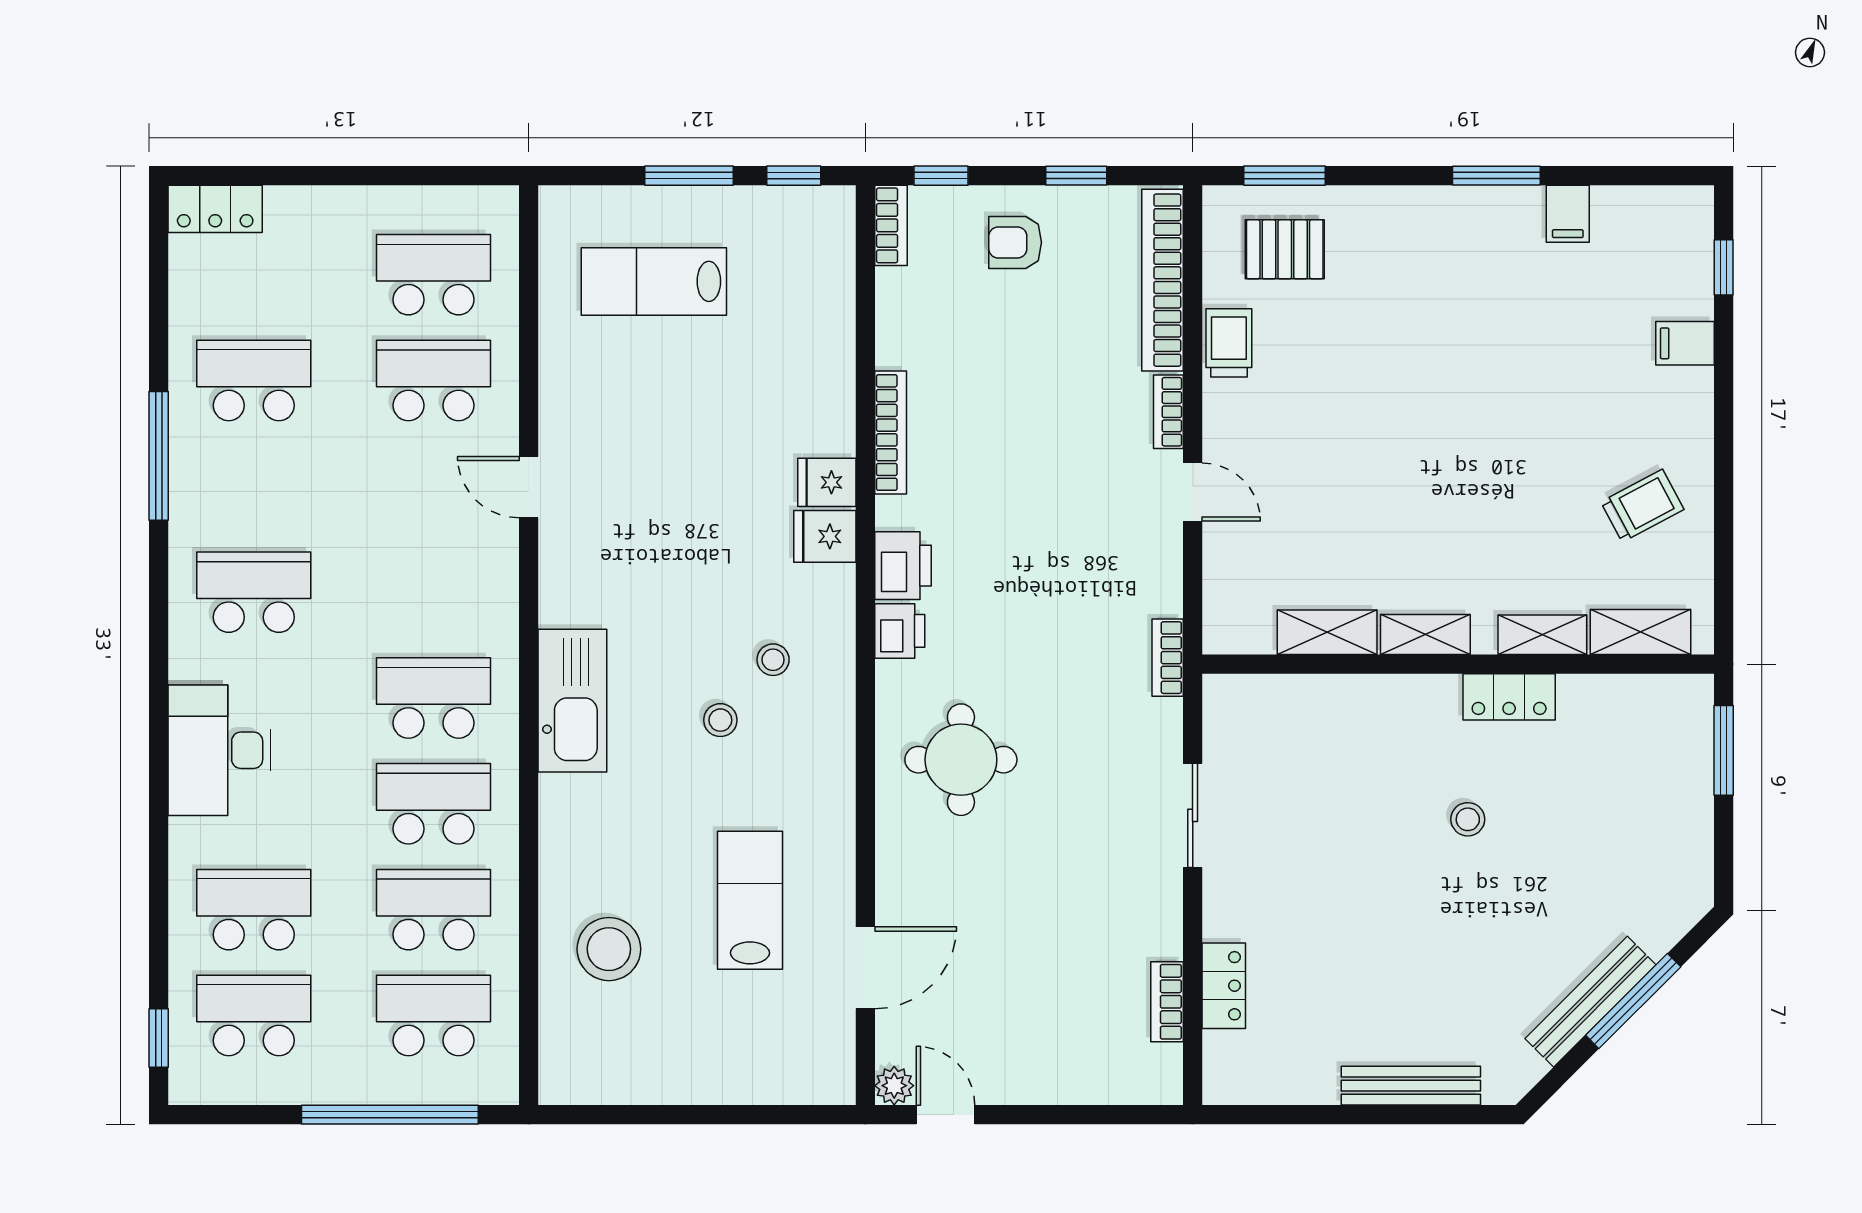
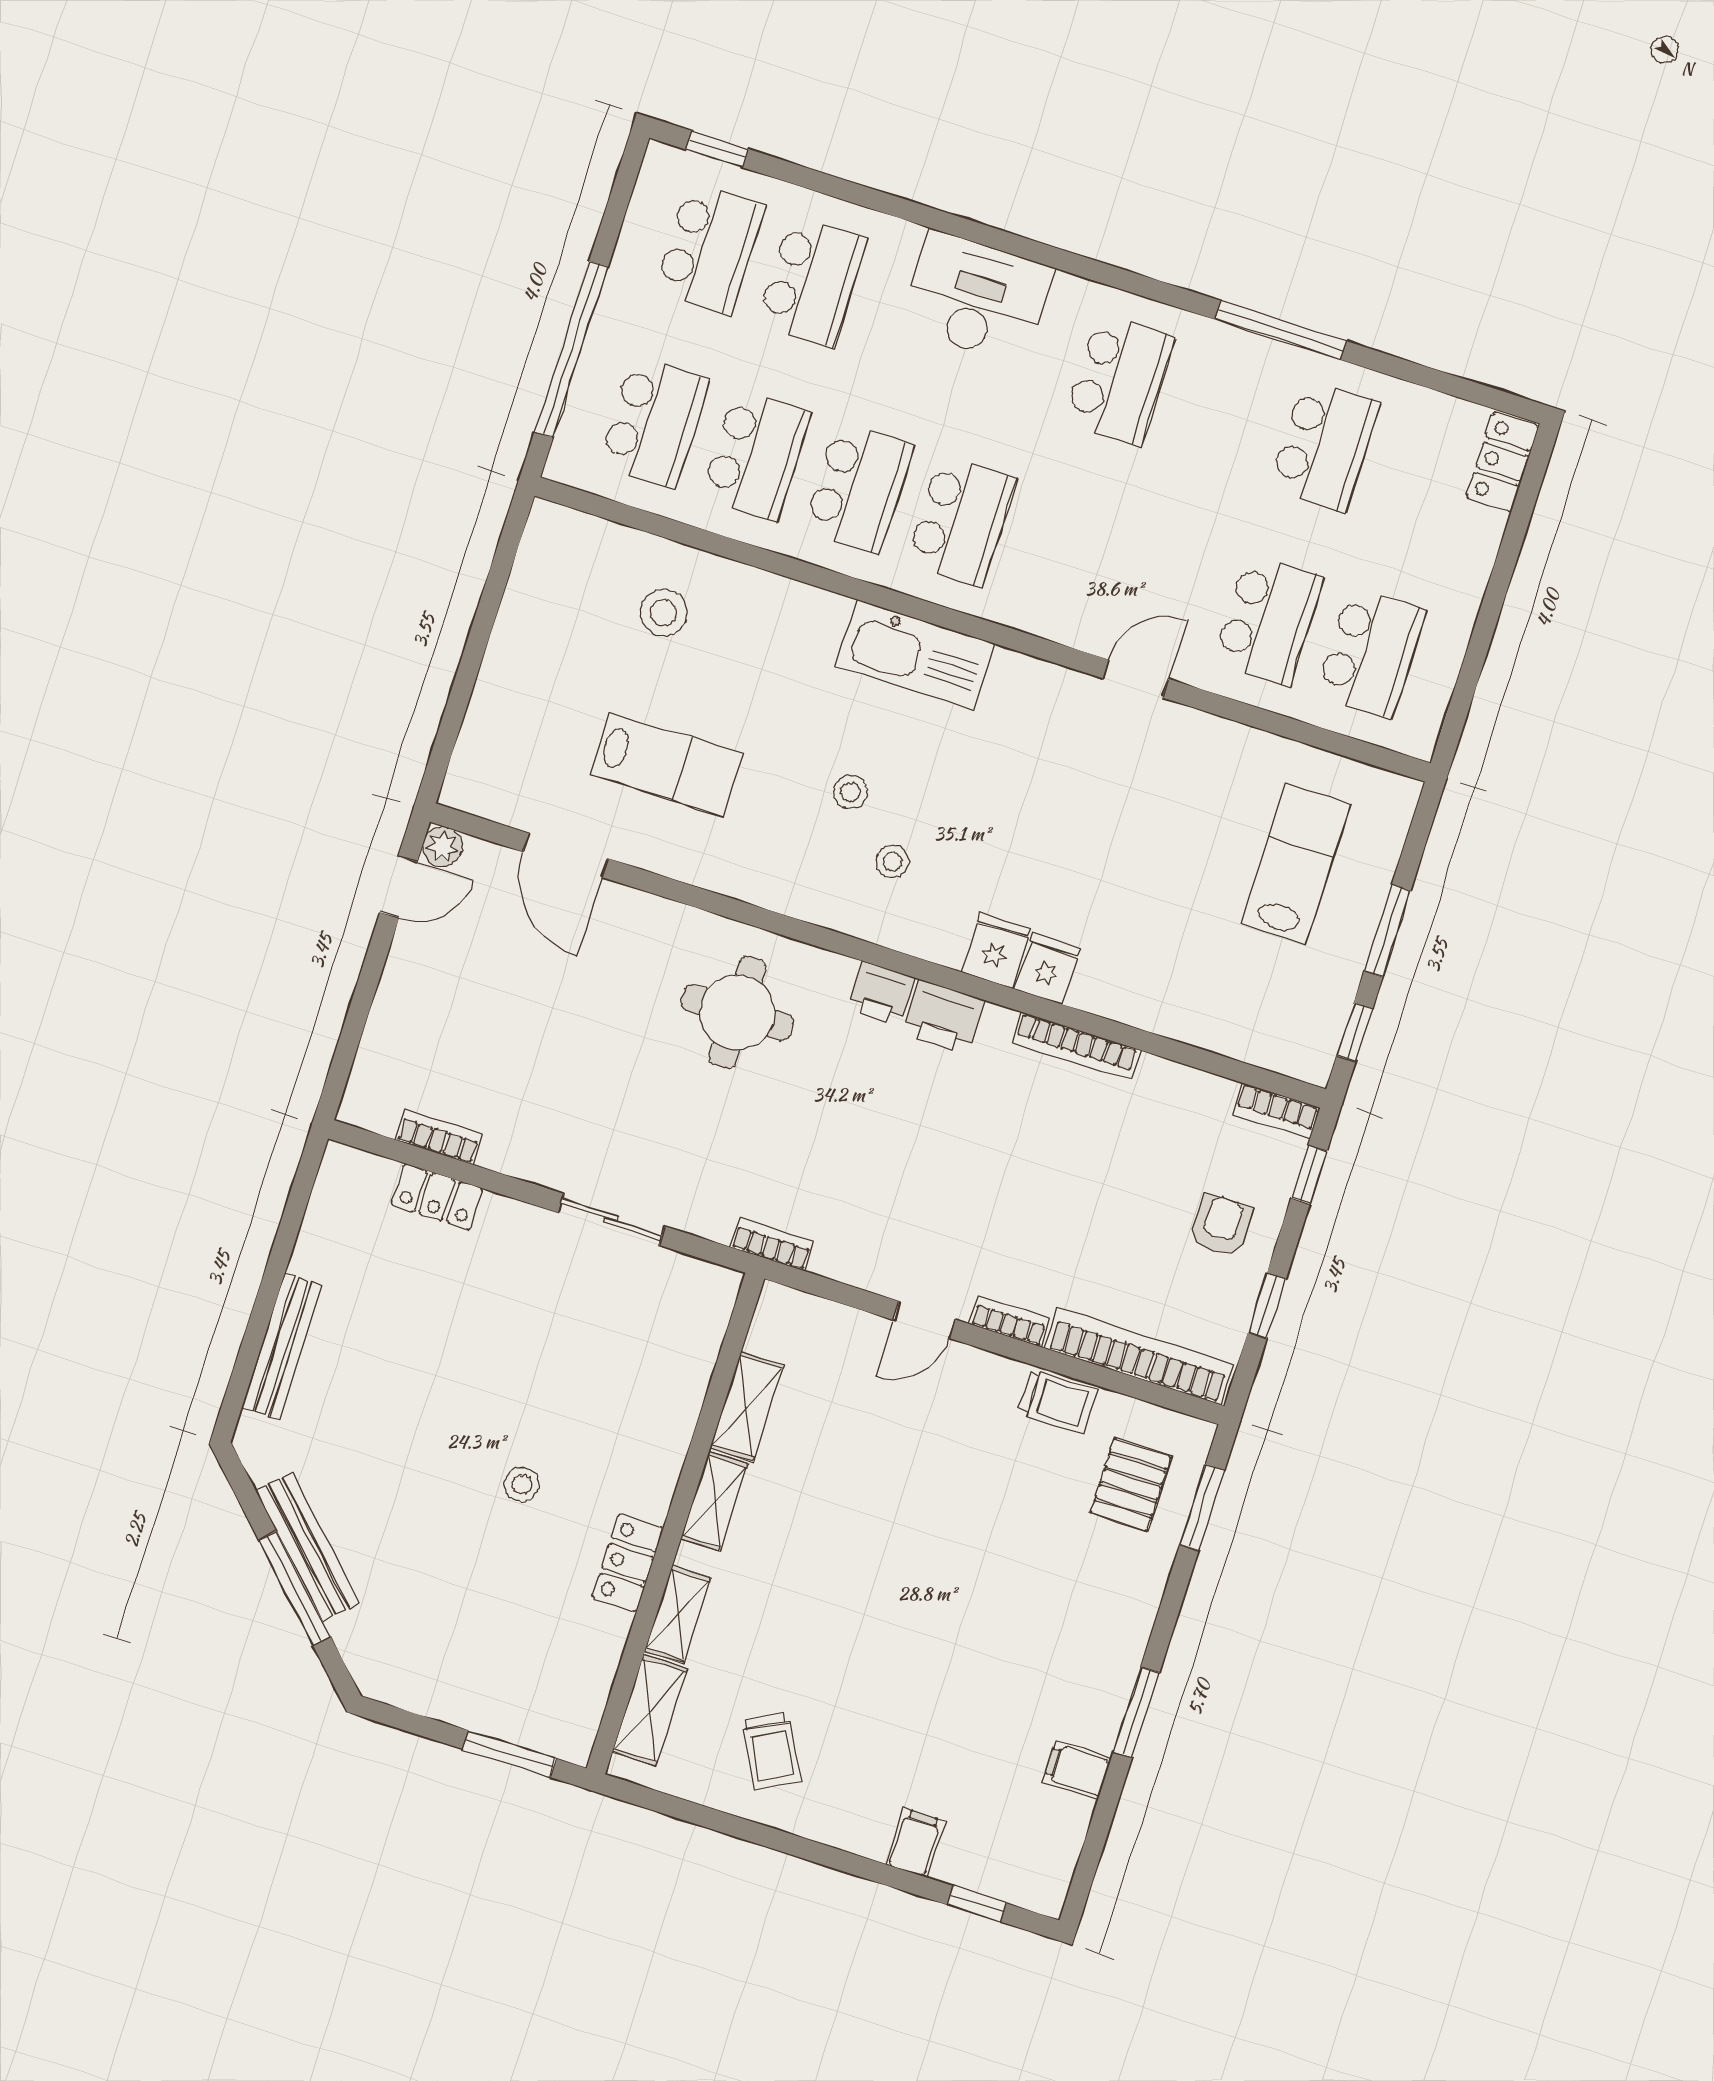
stool: (609, 949) -> (663, 613), width x0.73, depth x0.73

